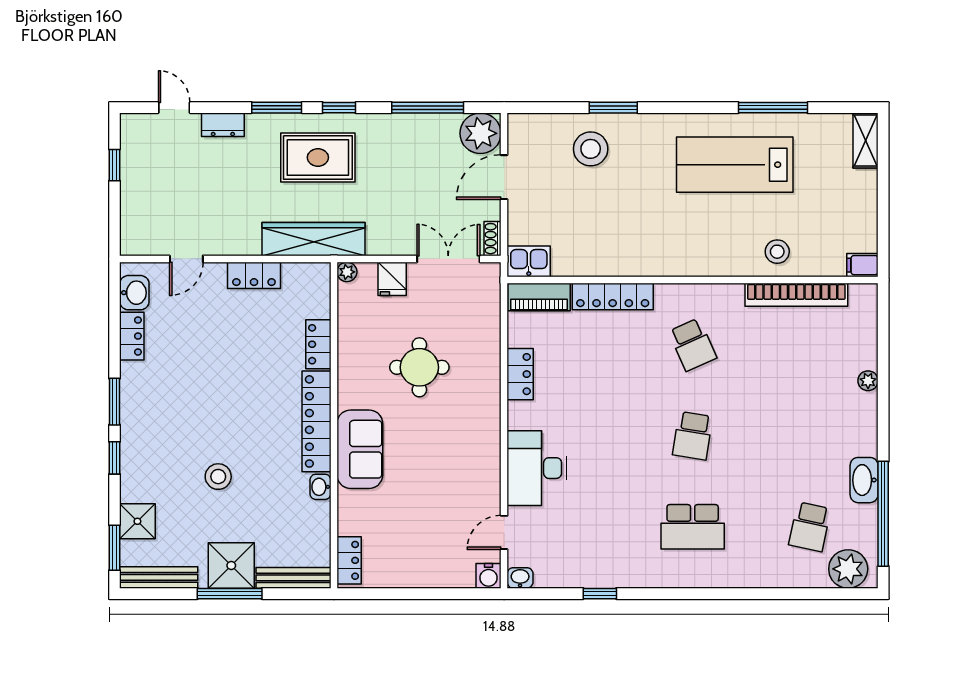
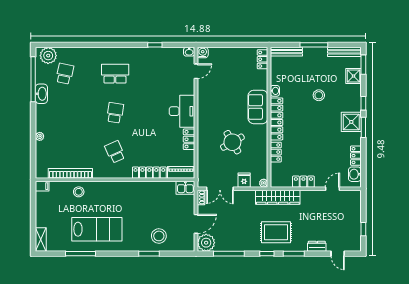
round table: (419, 367) -> (232, 142), turned -30
desk: (537, 468) -> (182, 111), moved
shower: (231, 565) -> (351, 122), moved

